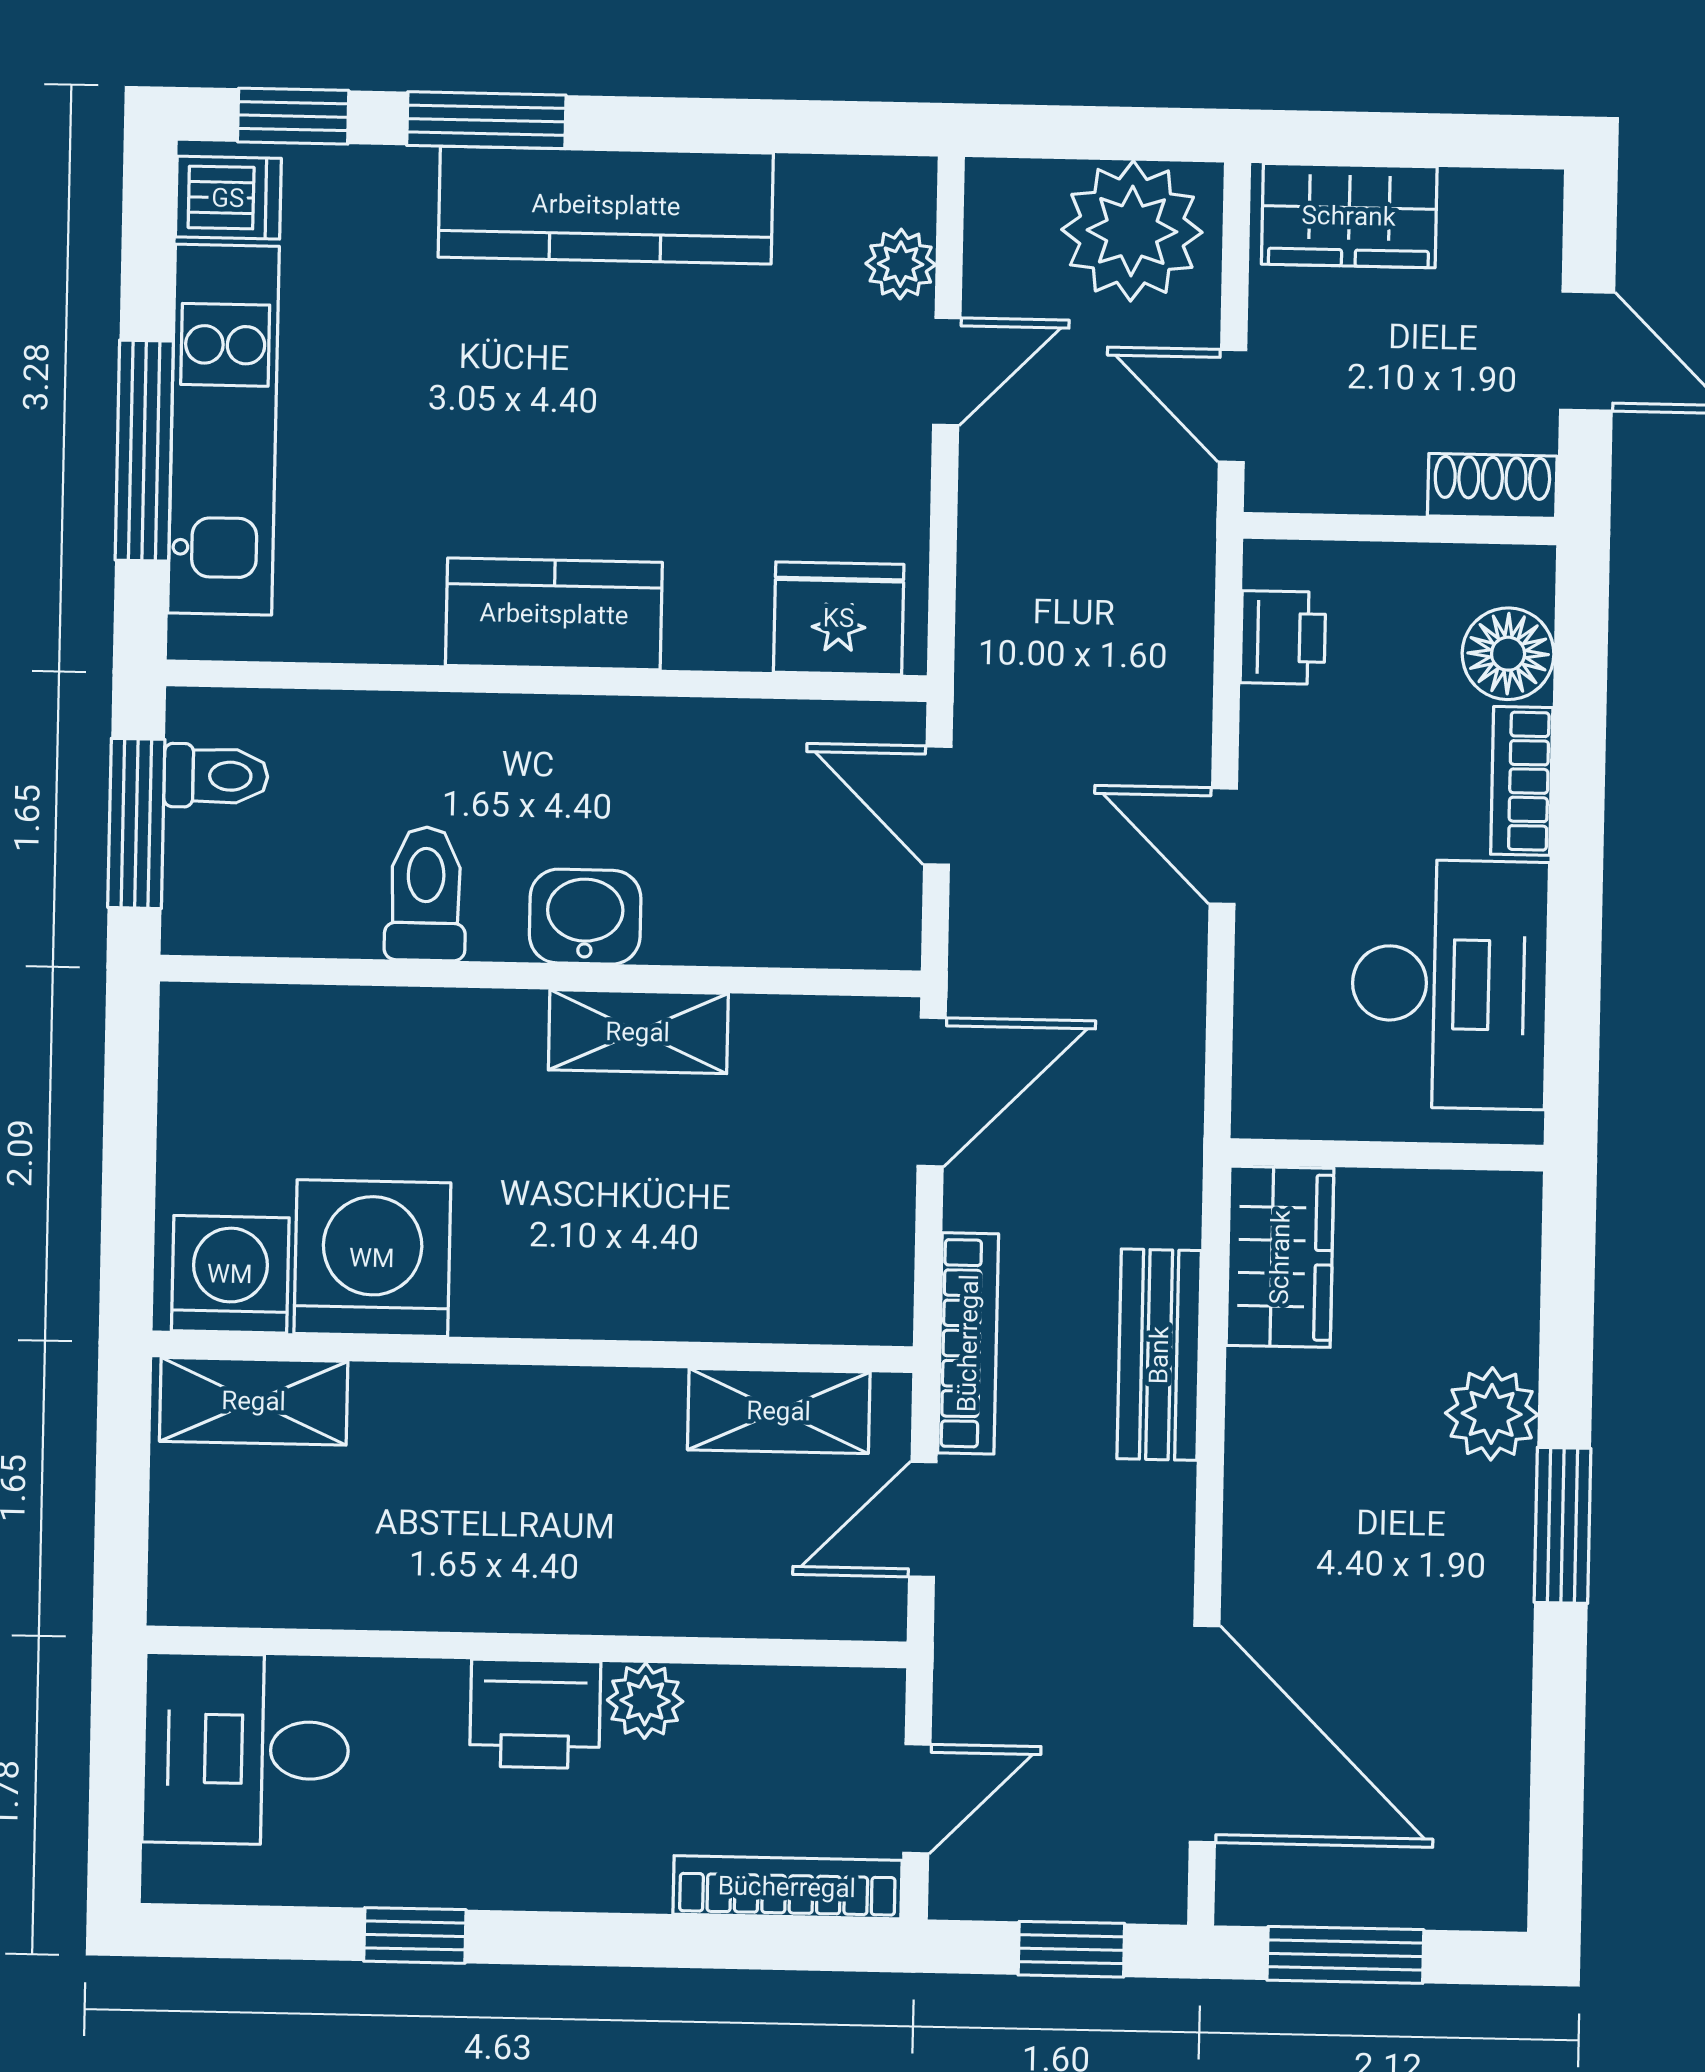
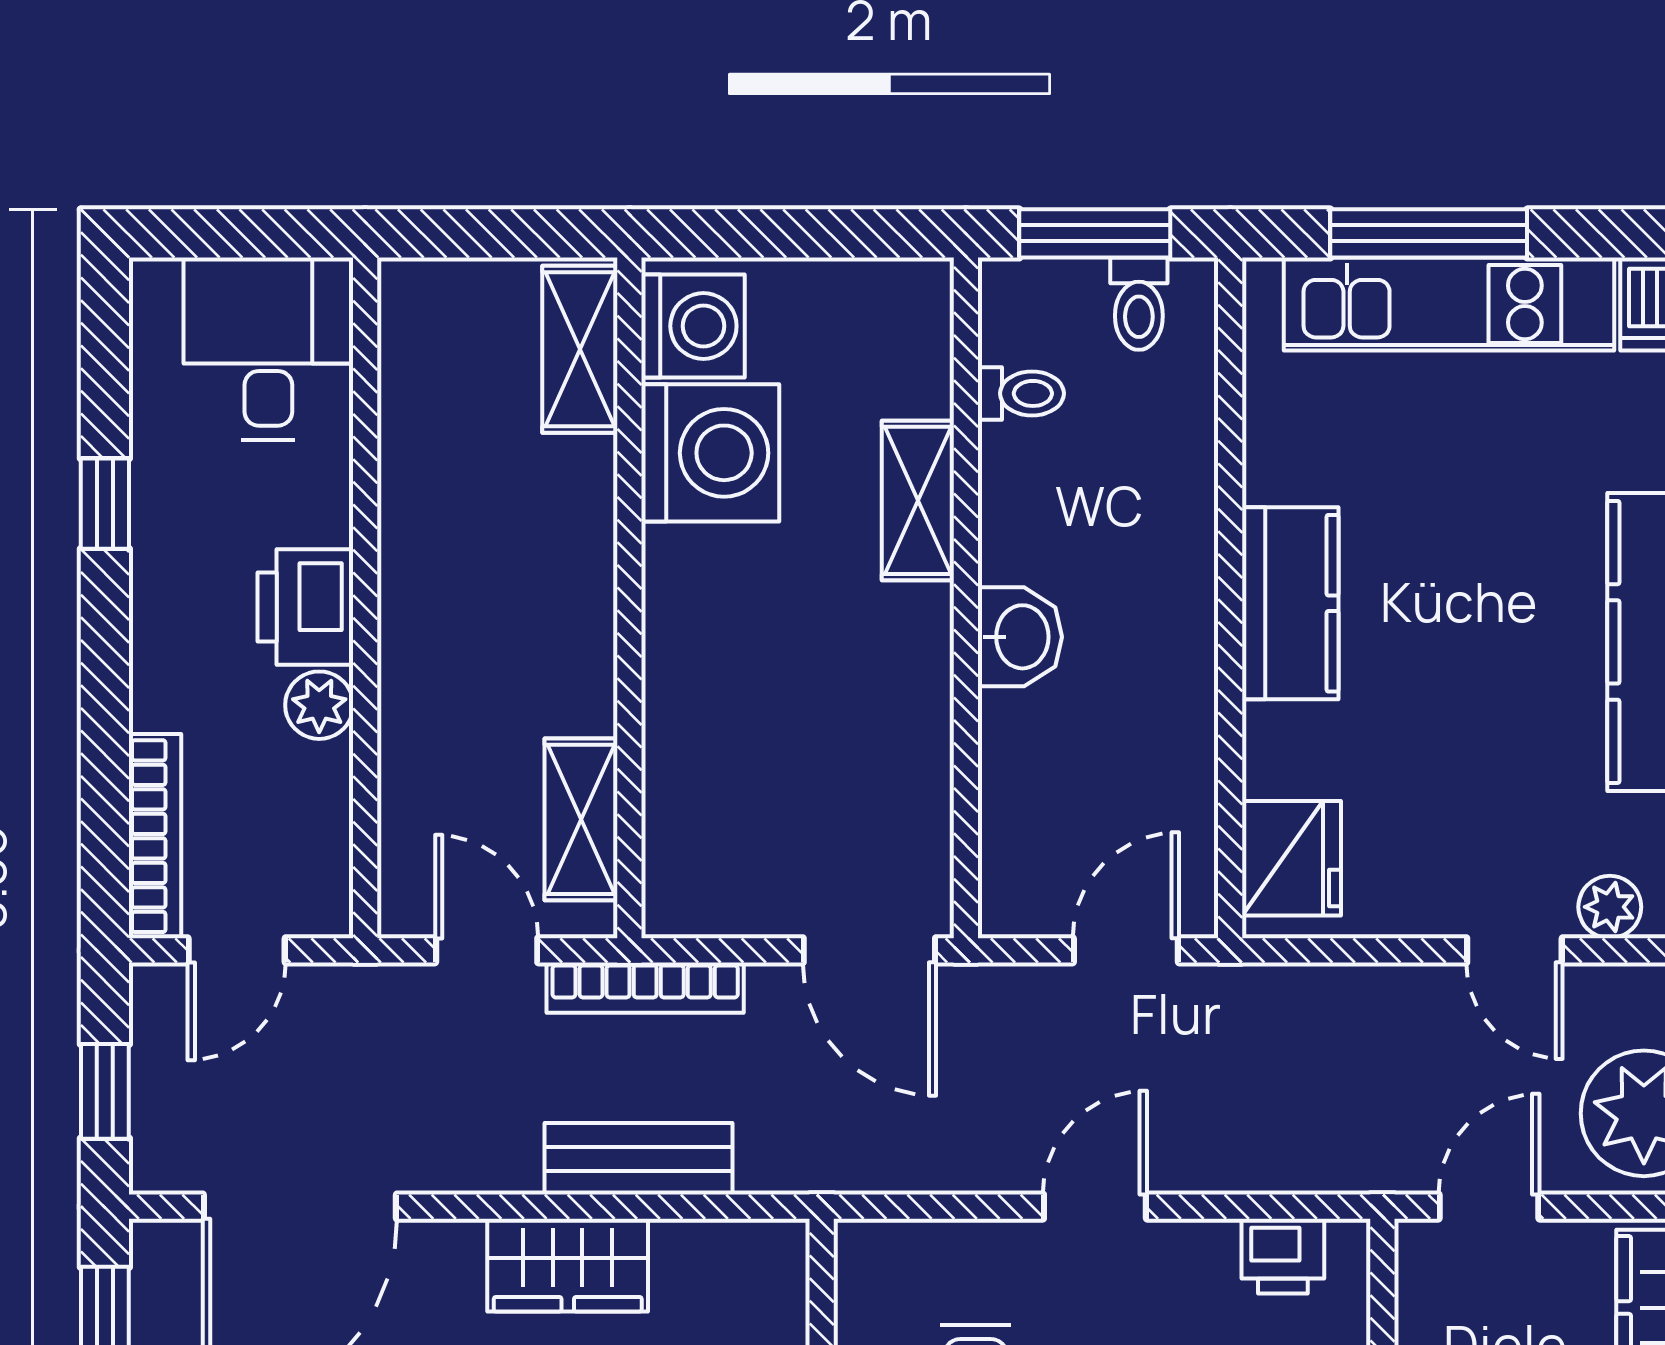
toilet: (426, 894) -> (1021, 393), moved, width x0.73, depth x0.72
shelving: (638, 1032) -> (918, 500), moved
wardrobe: (1280, 1257) -> (568, 1265), moved
door: (917, 1799) -> (237, 950), hinge flipped

